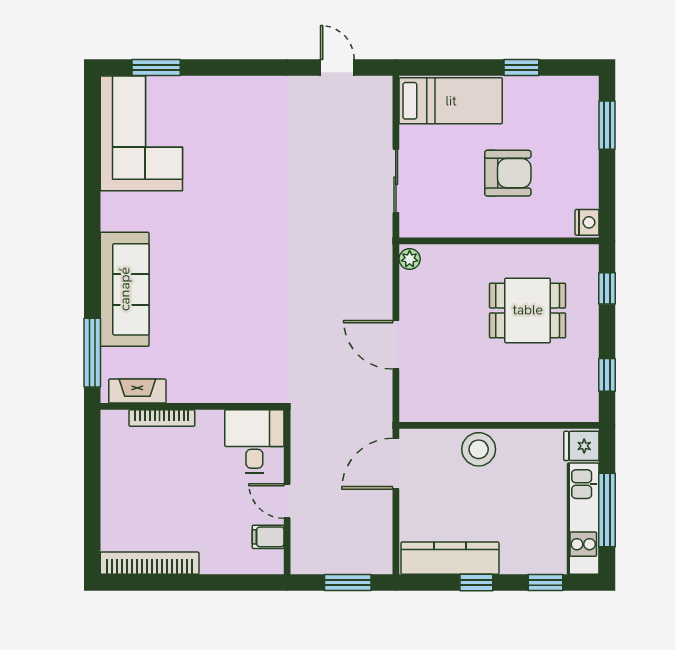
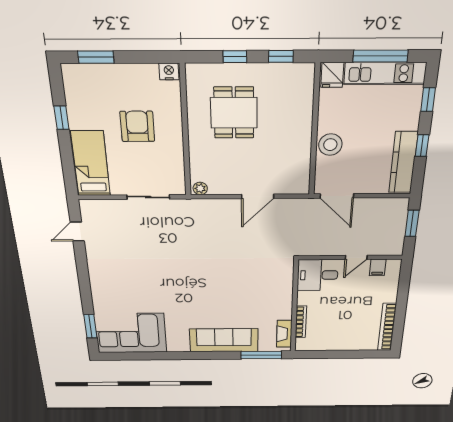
window: (607, 288) -> (235, 57), moved

